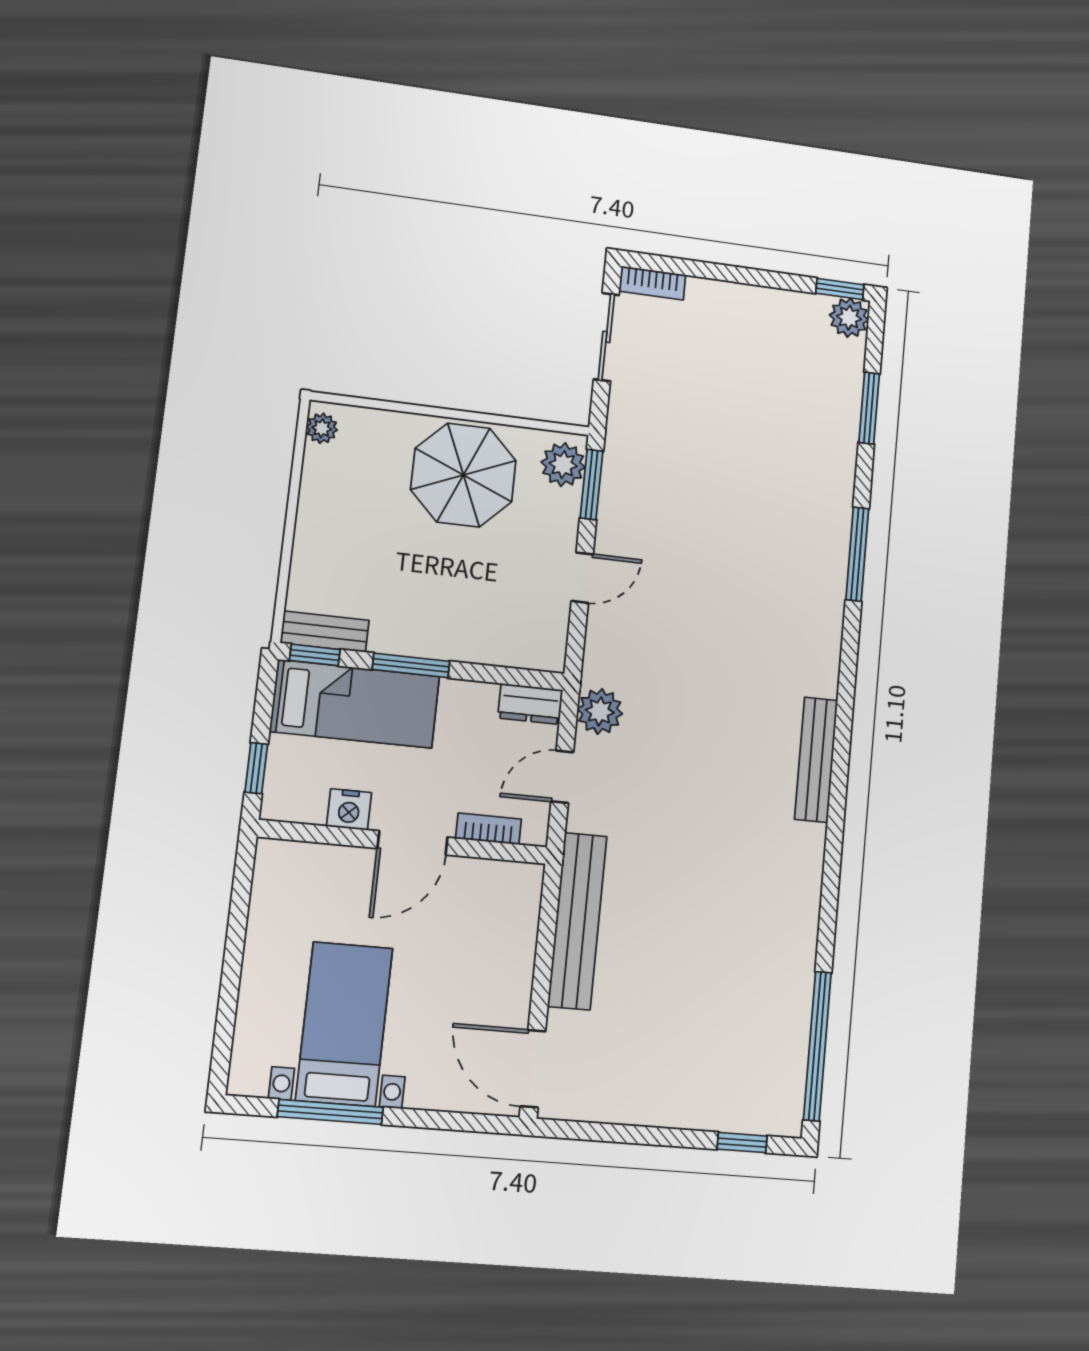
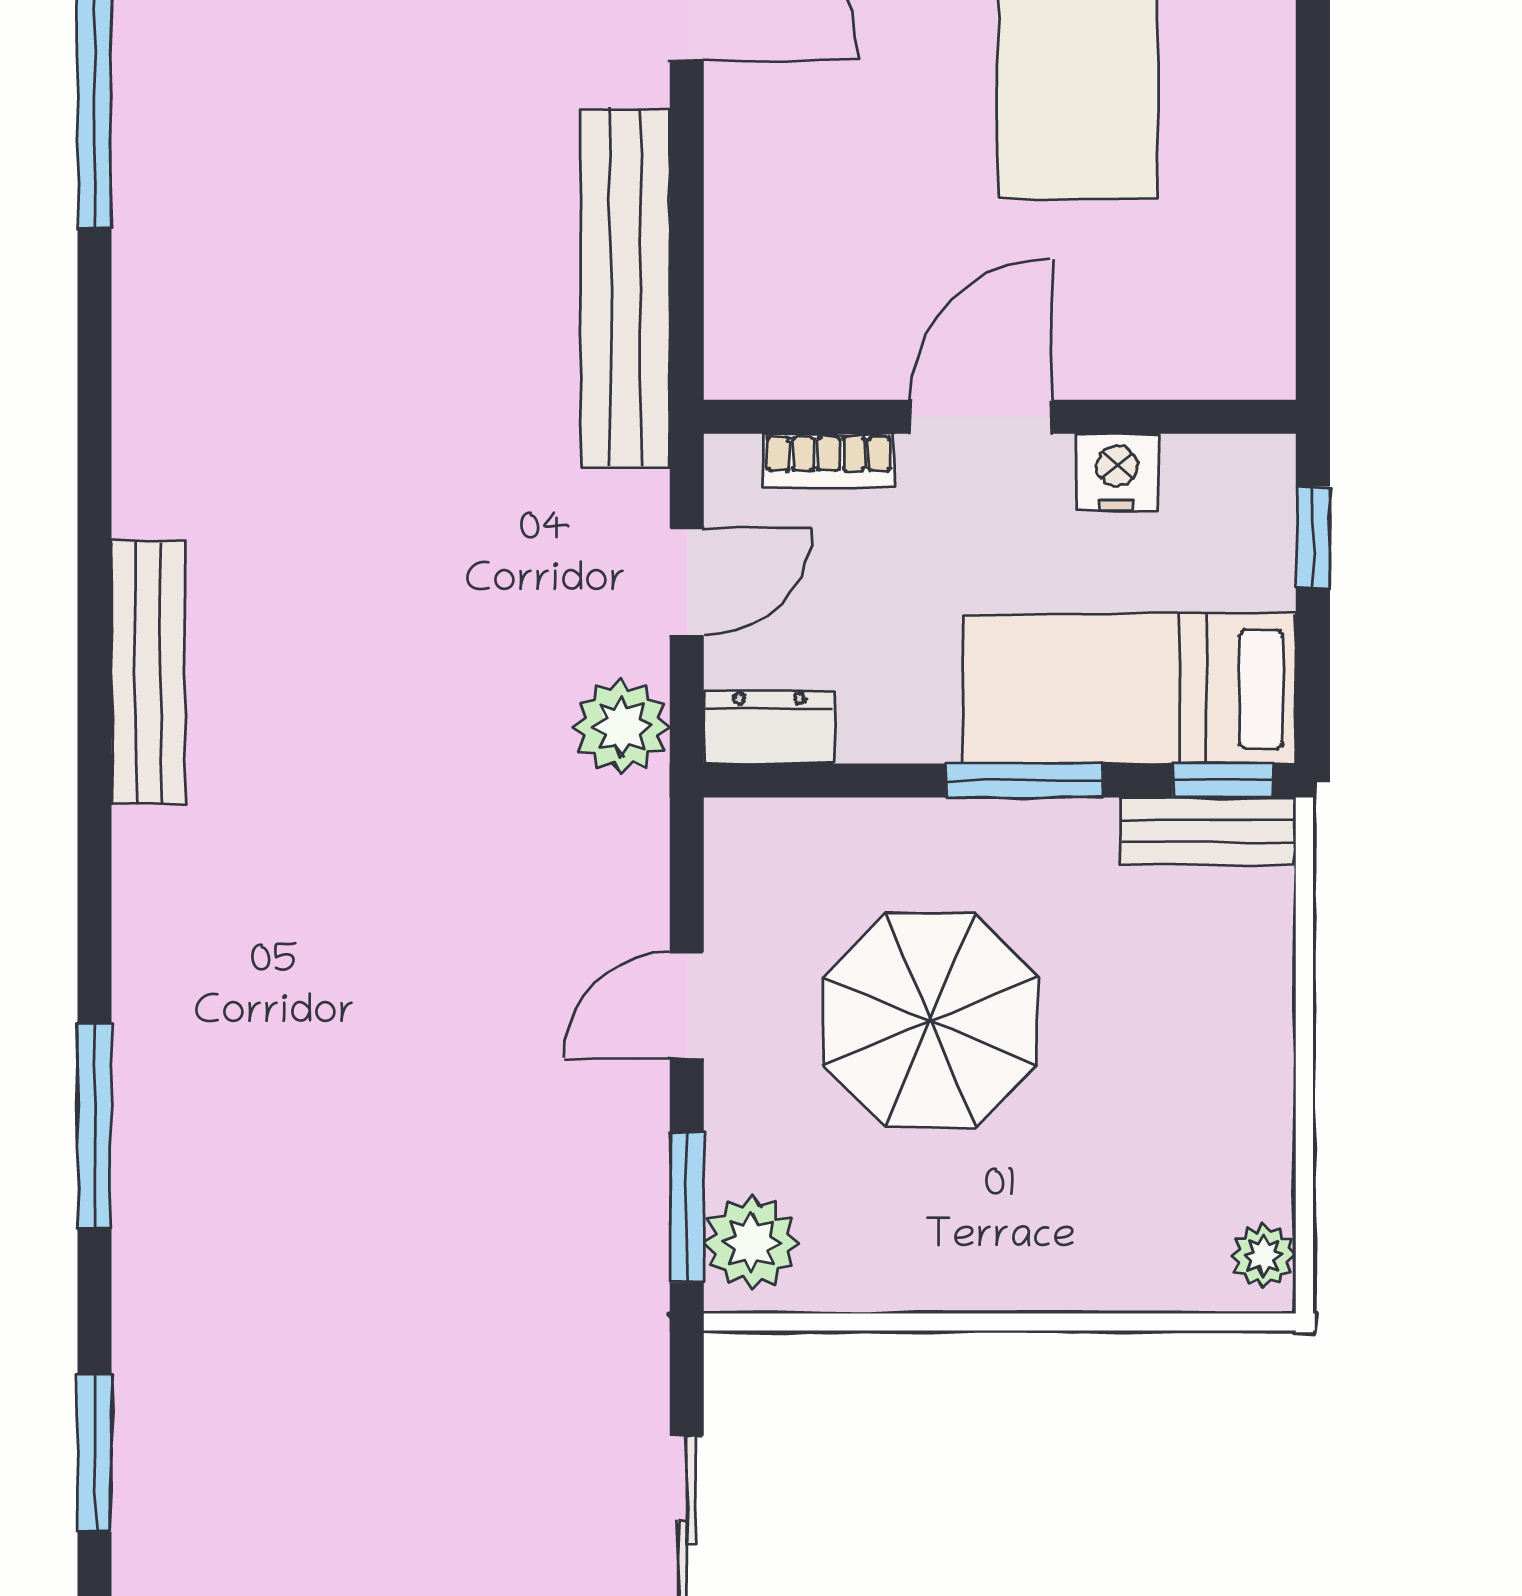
parasol: (463, 475) -> (930, 1021), moved

